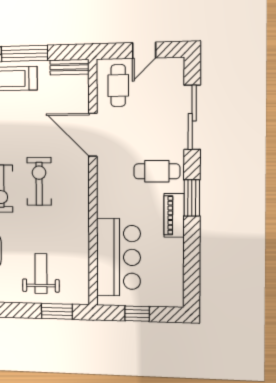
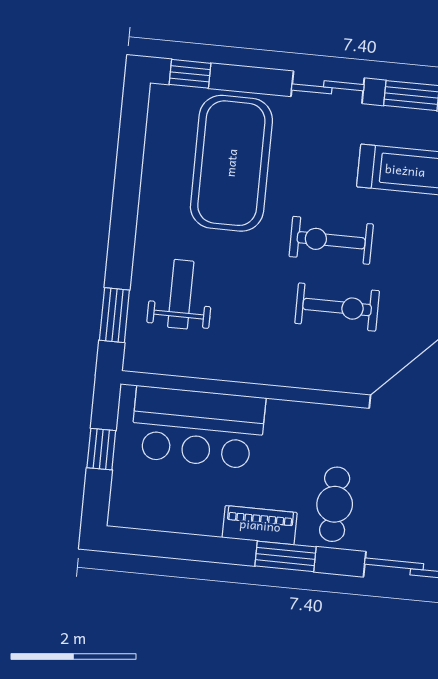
weight bench: (41, 274) -> (181, 294), turned -90

